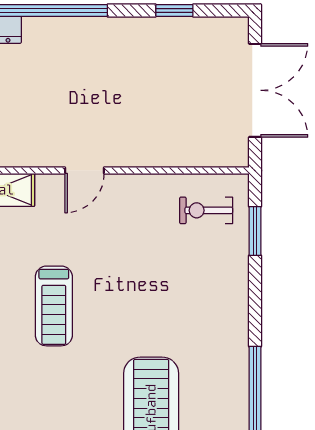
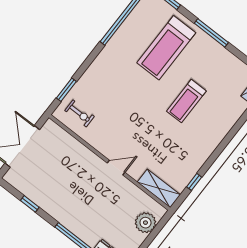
treadmill: (54, 306) -> (186, 101), moved, turned 180

